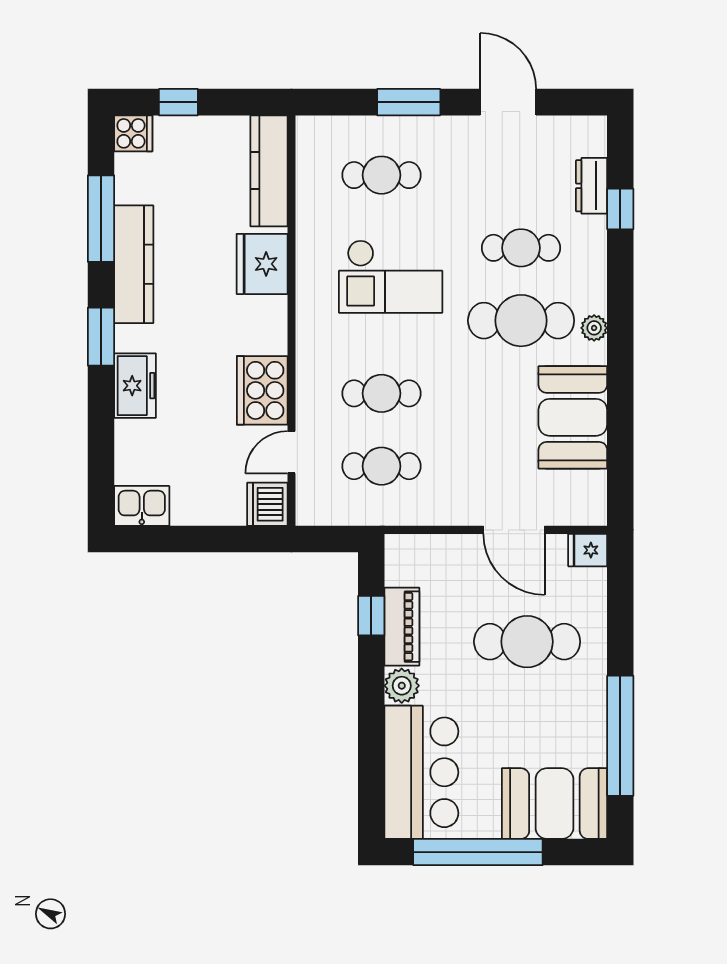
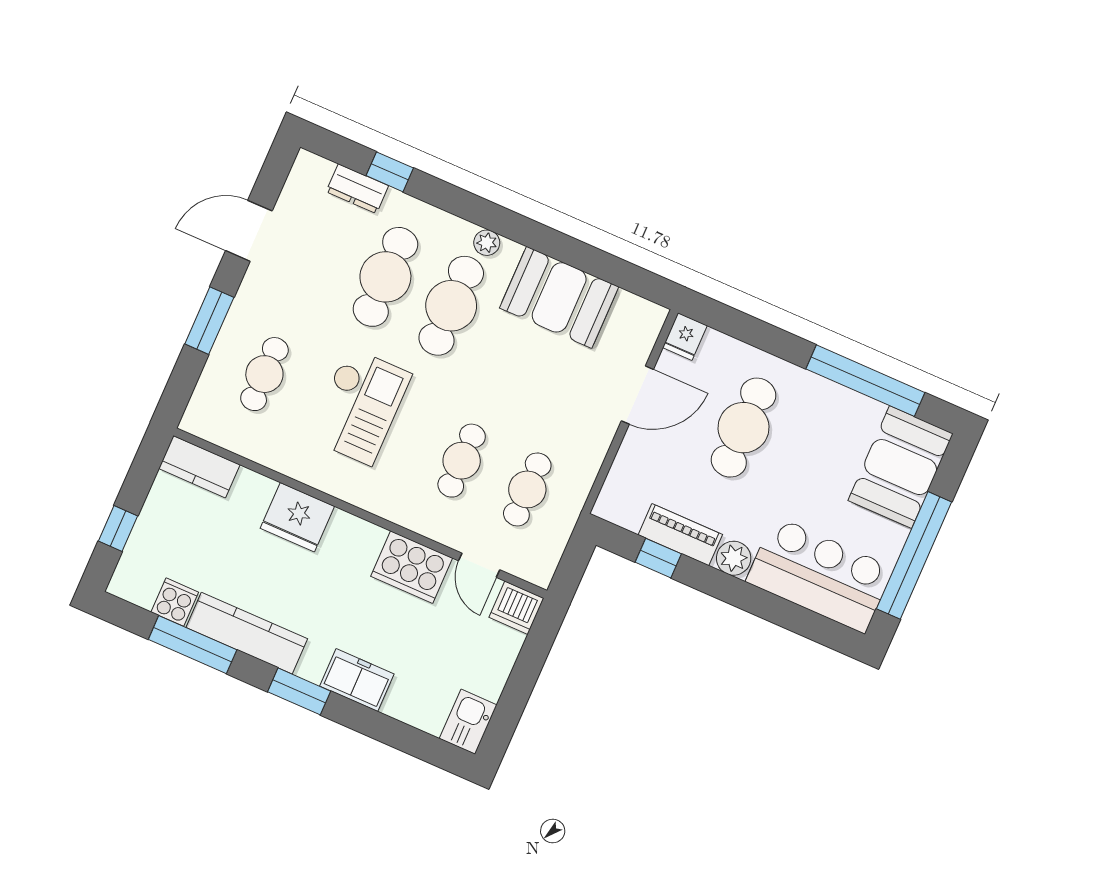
cooker: (133, 133) -> (175, 602), moved
kitchen counter: (269, 171) -> (199, 467), width x0.67
cafe table: (521, 248) -> (385, 277), width x1.37, depth x1.35

